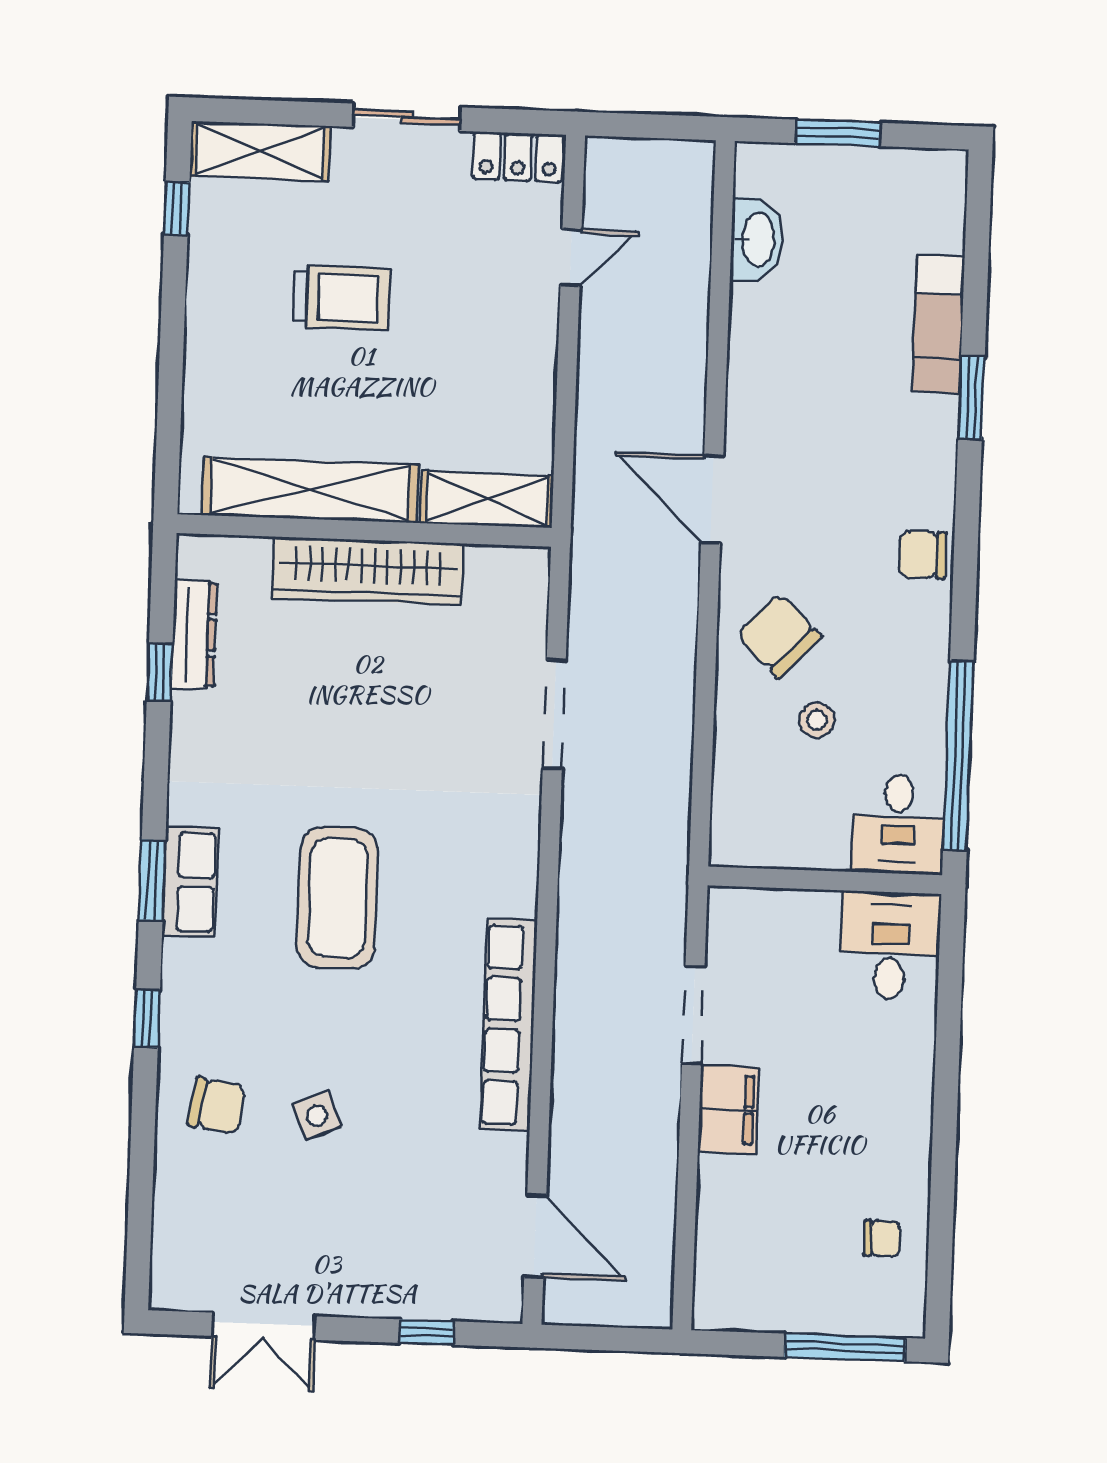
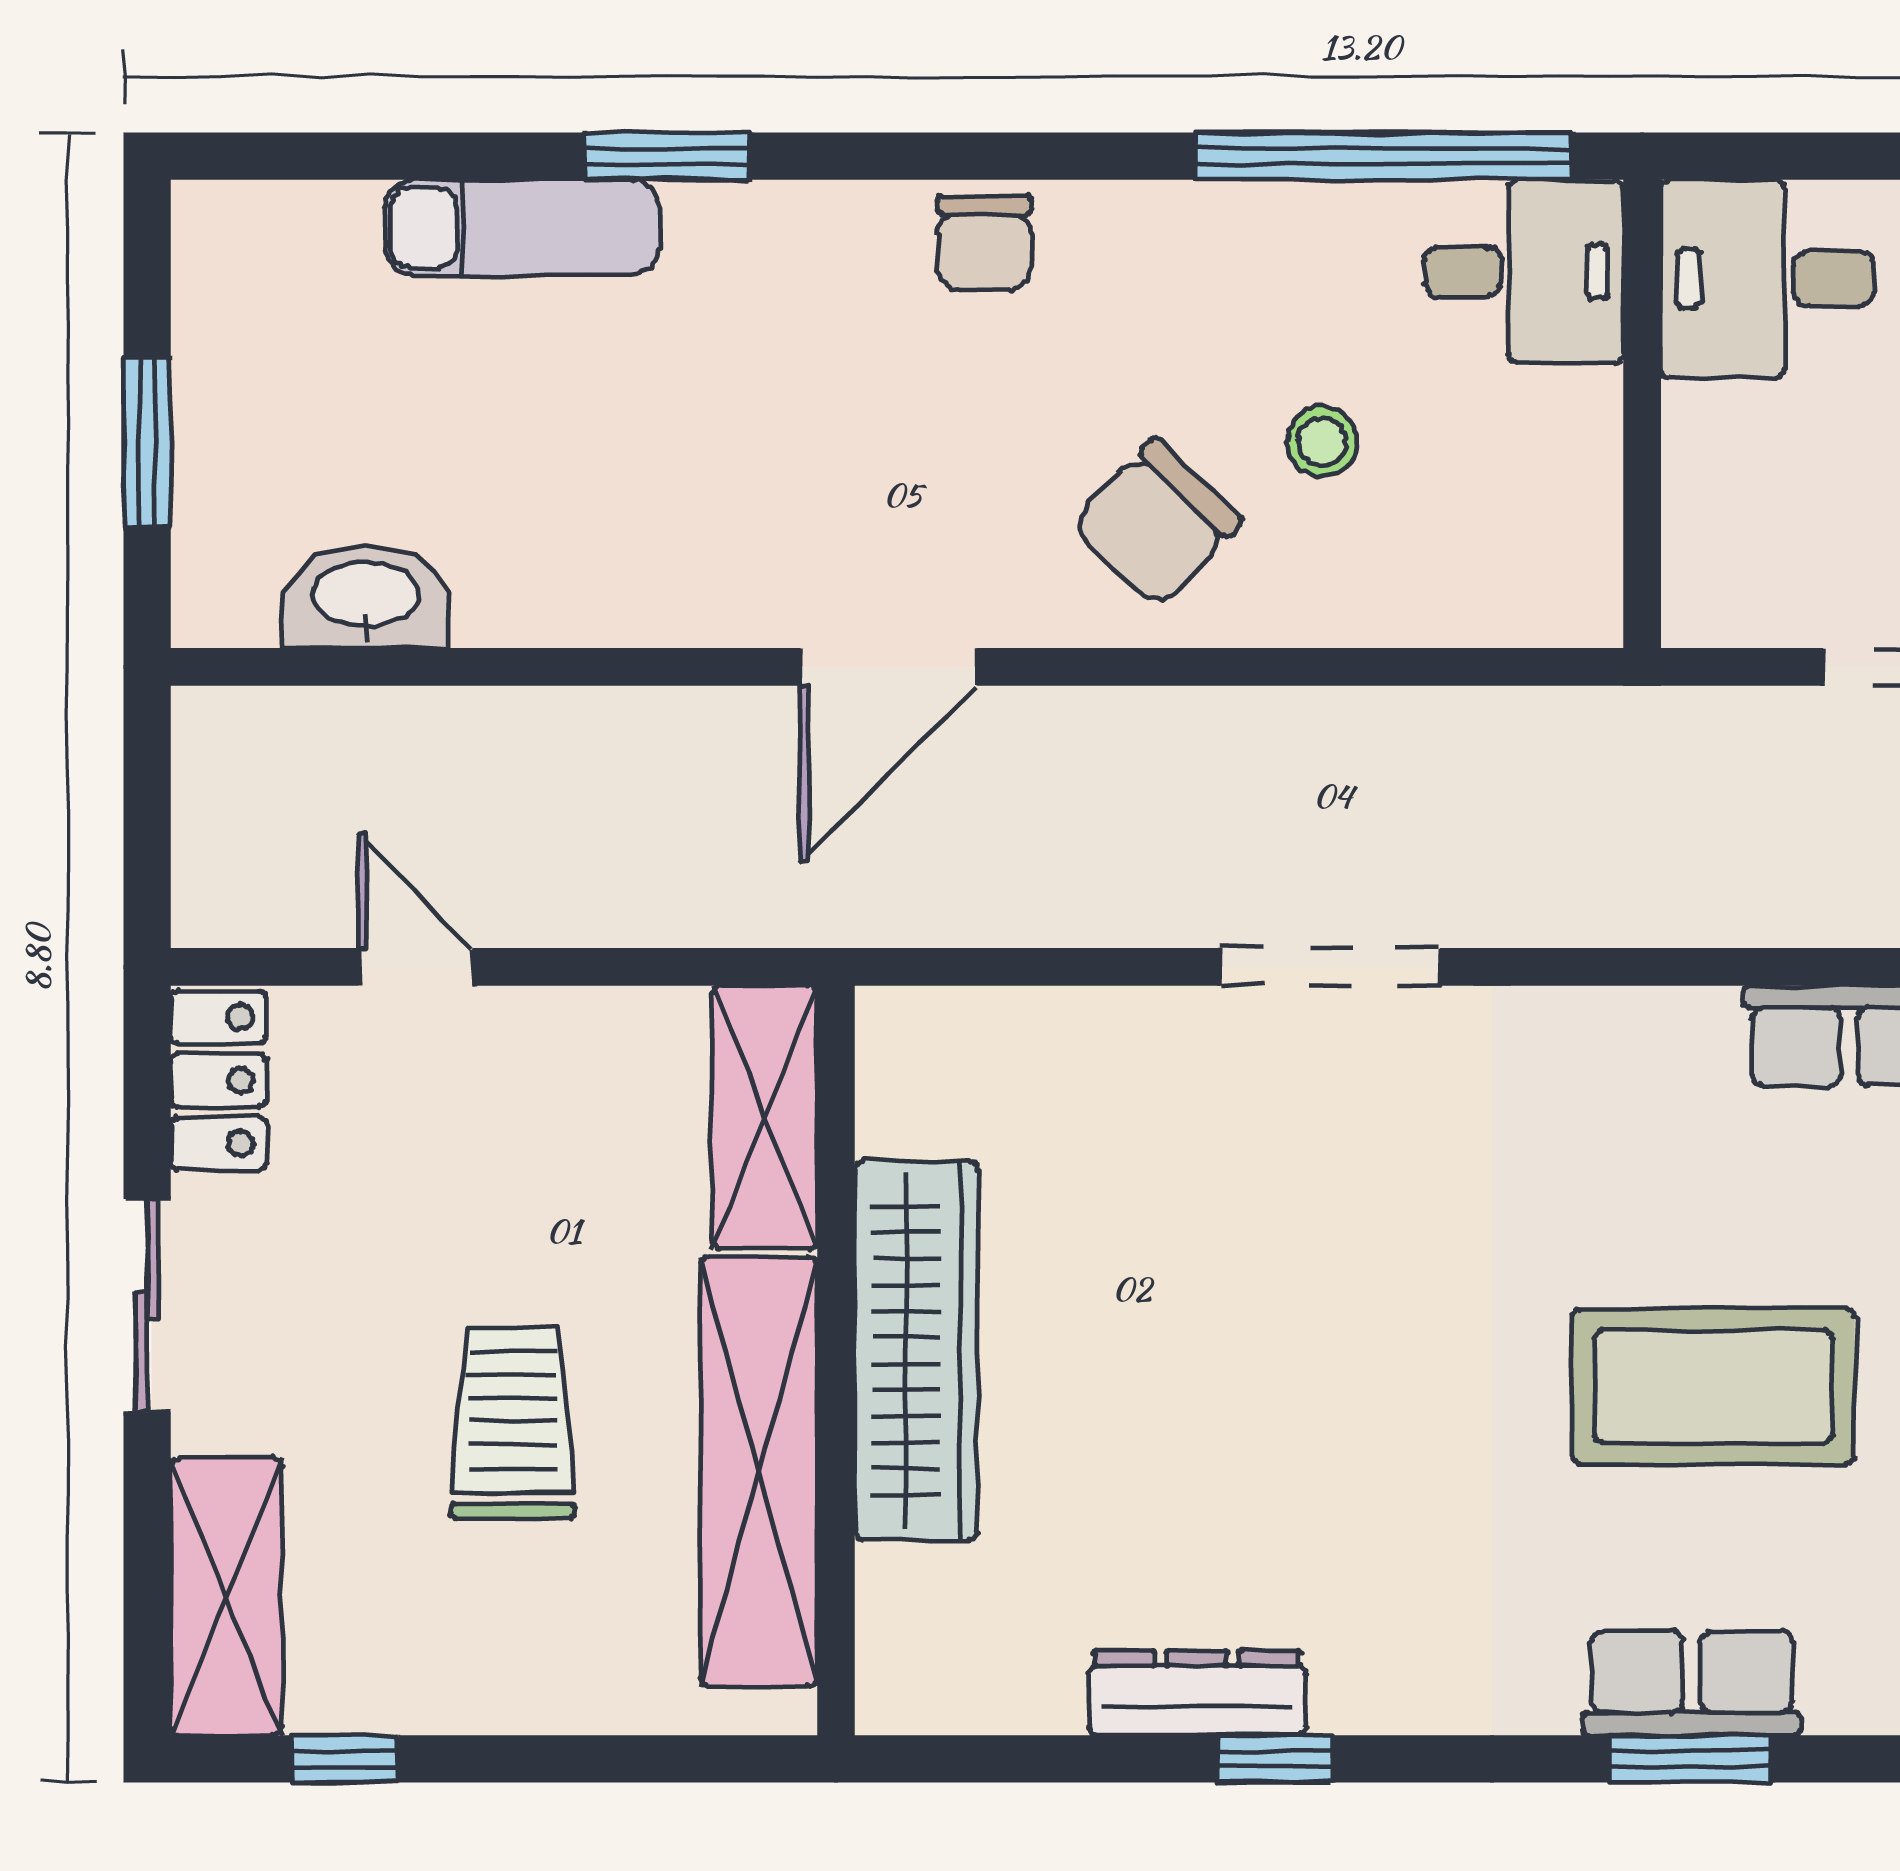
shelving: (310, 490) -> (759, 1471), moved
shelving: (487, 499) -> (765, 1117), moved
wall: (364, 531) -> (836, 1361), moved
wardrobe: (368, 571) -> (916, 1351), moved

